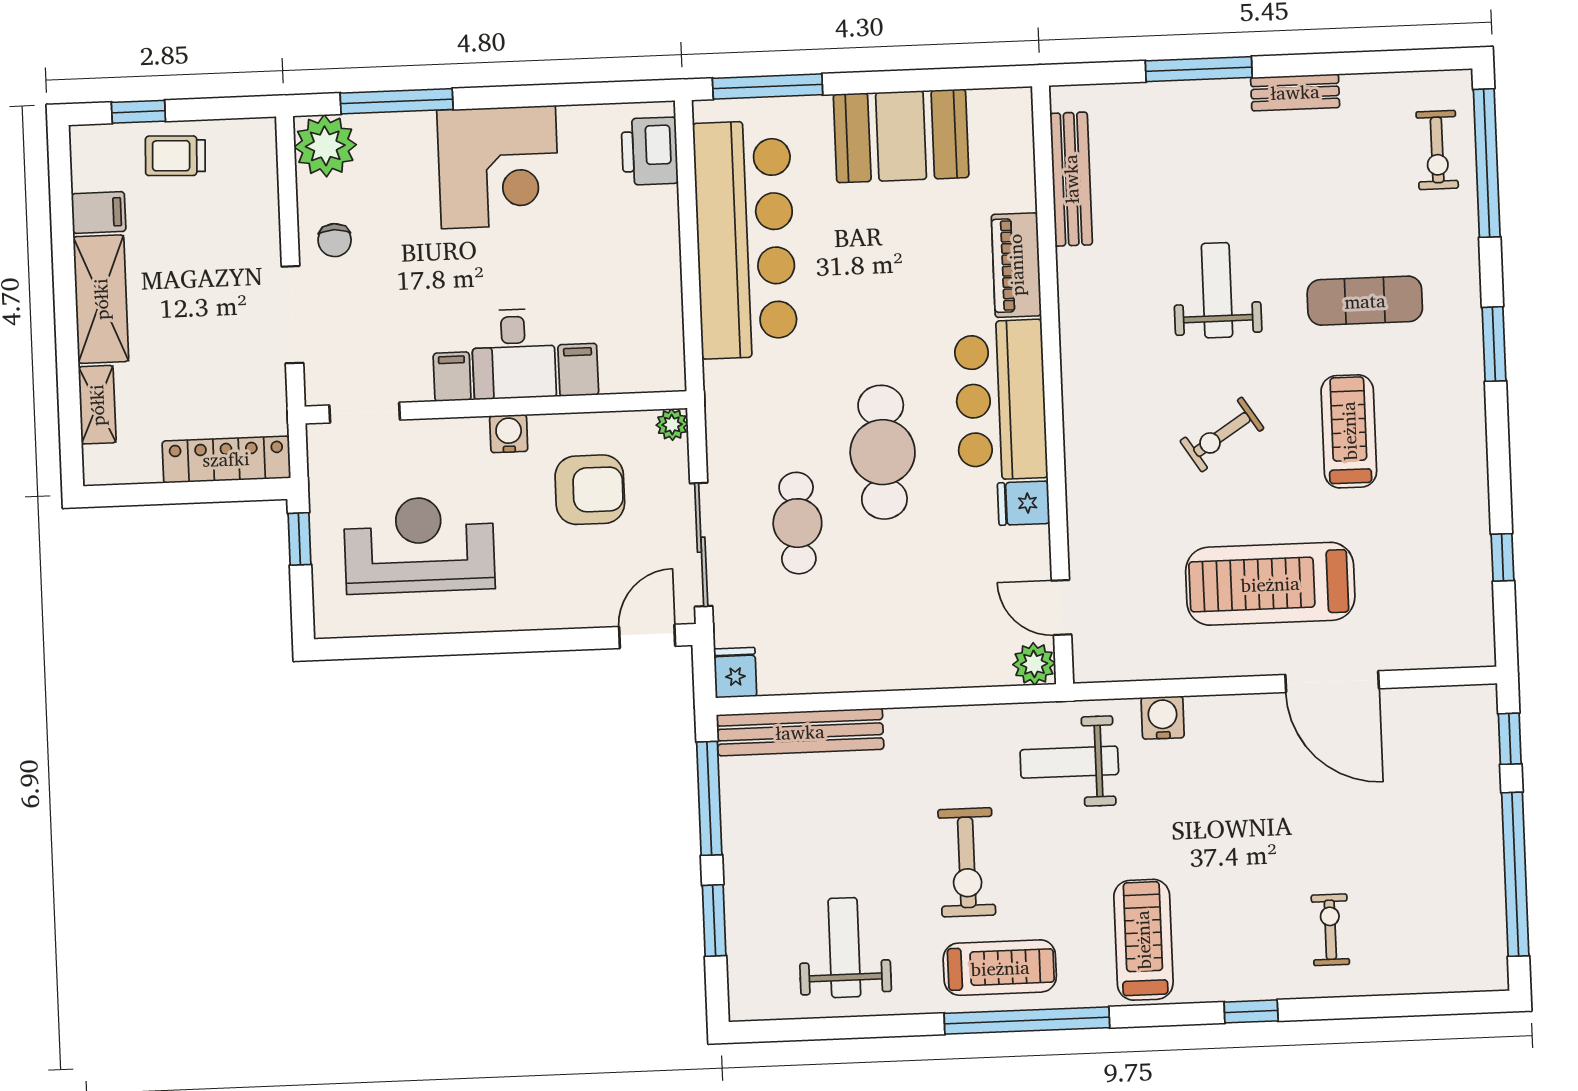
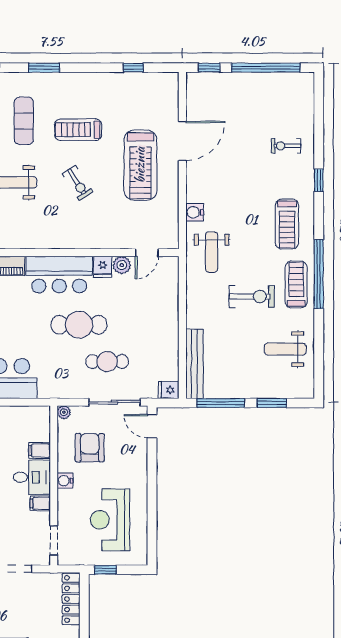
plant: (1034, 664) -> (122, 265), moved
treadmill: (1143, 940) -> (287, 224), turned -90

